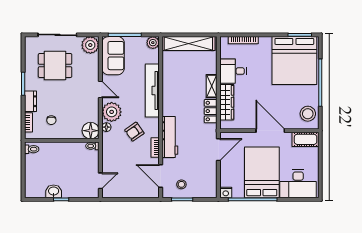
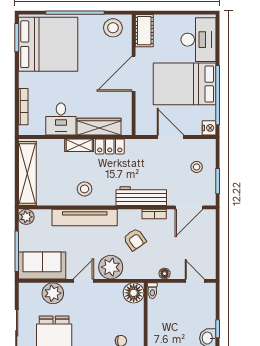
plant: (90, 45) -> (53, 293), moved
stool: (176, 90) -> (85, 189), added
floor lamp: (106, 127) -> (165, 274), moved
door: (218, 150) -> (170, 137), moved
stool: (181, 184) -> (197, 167), moved

